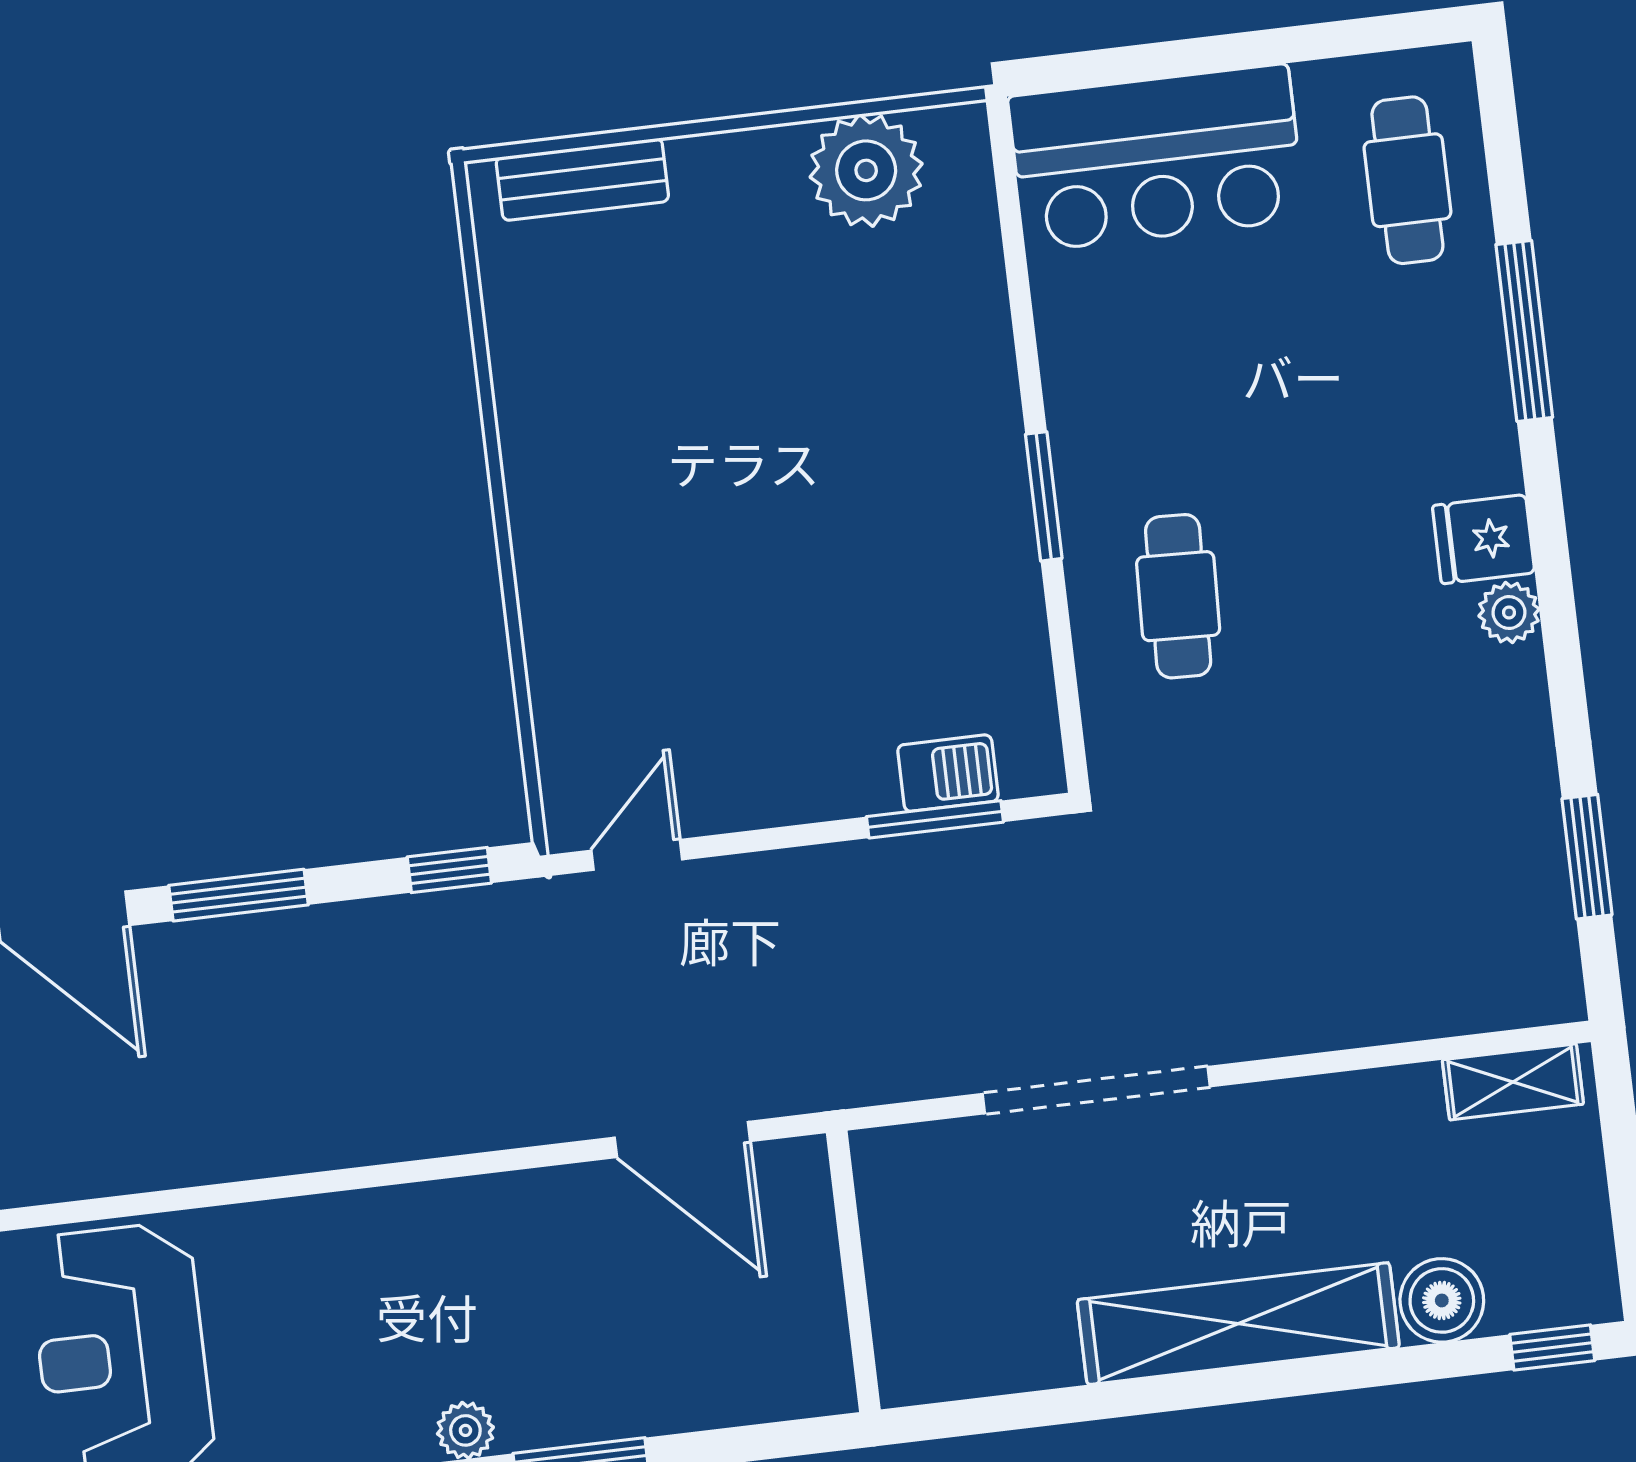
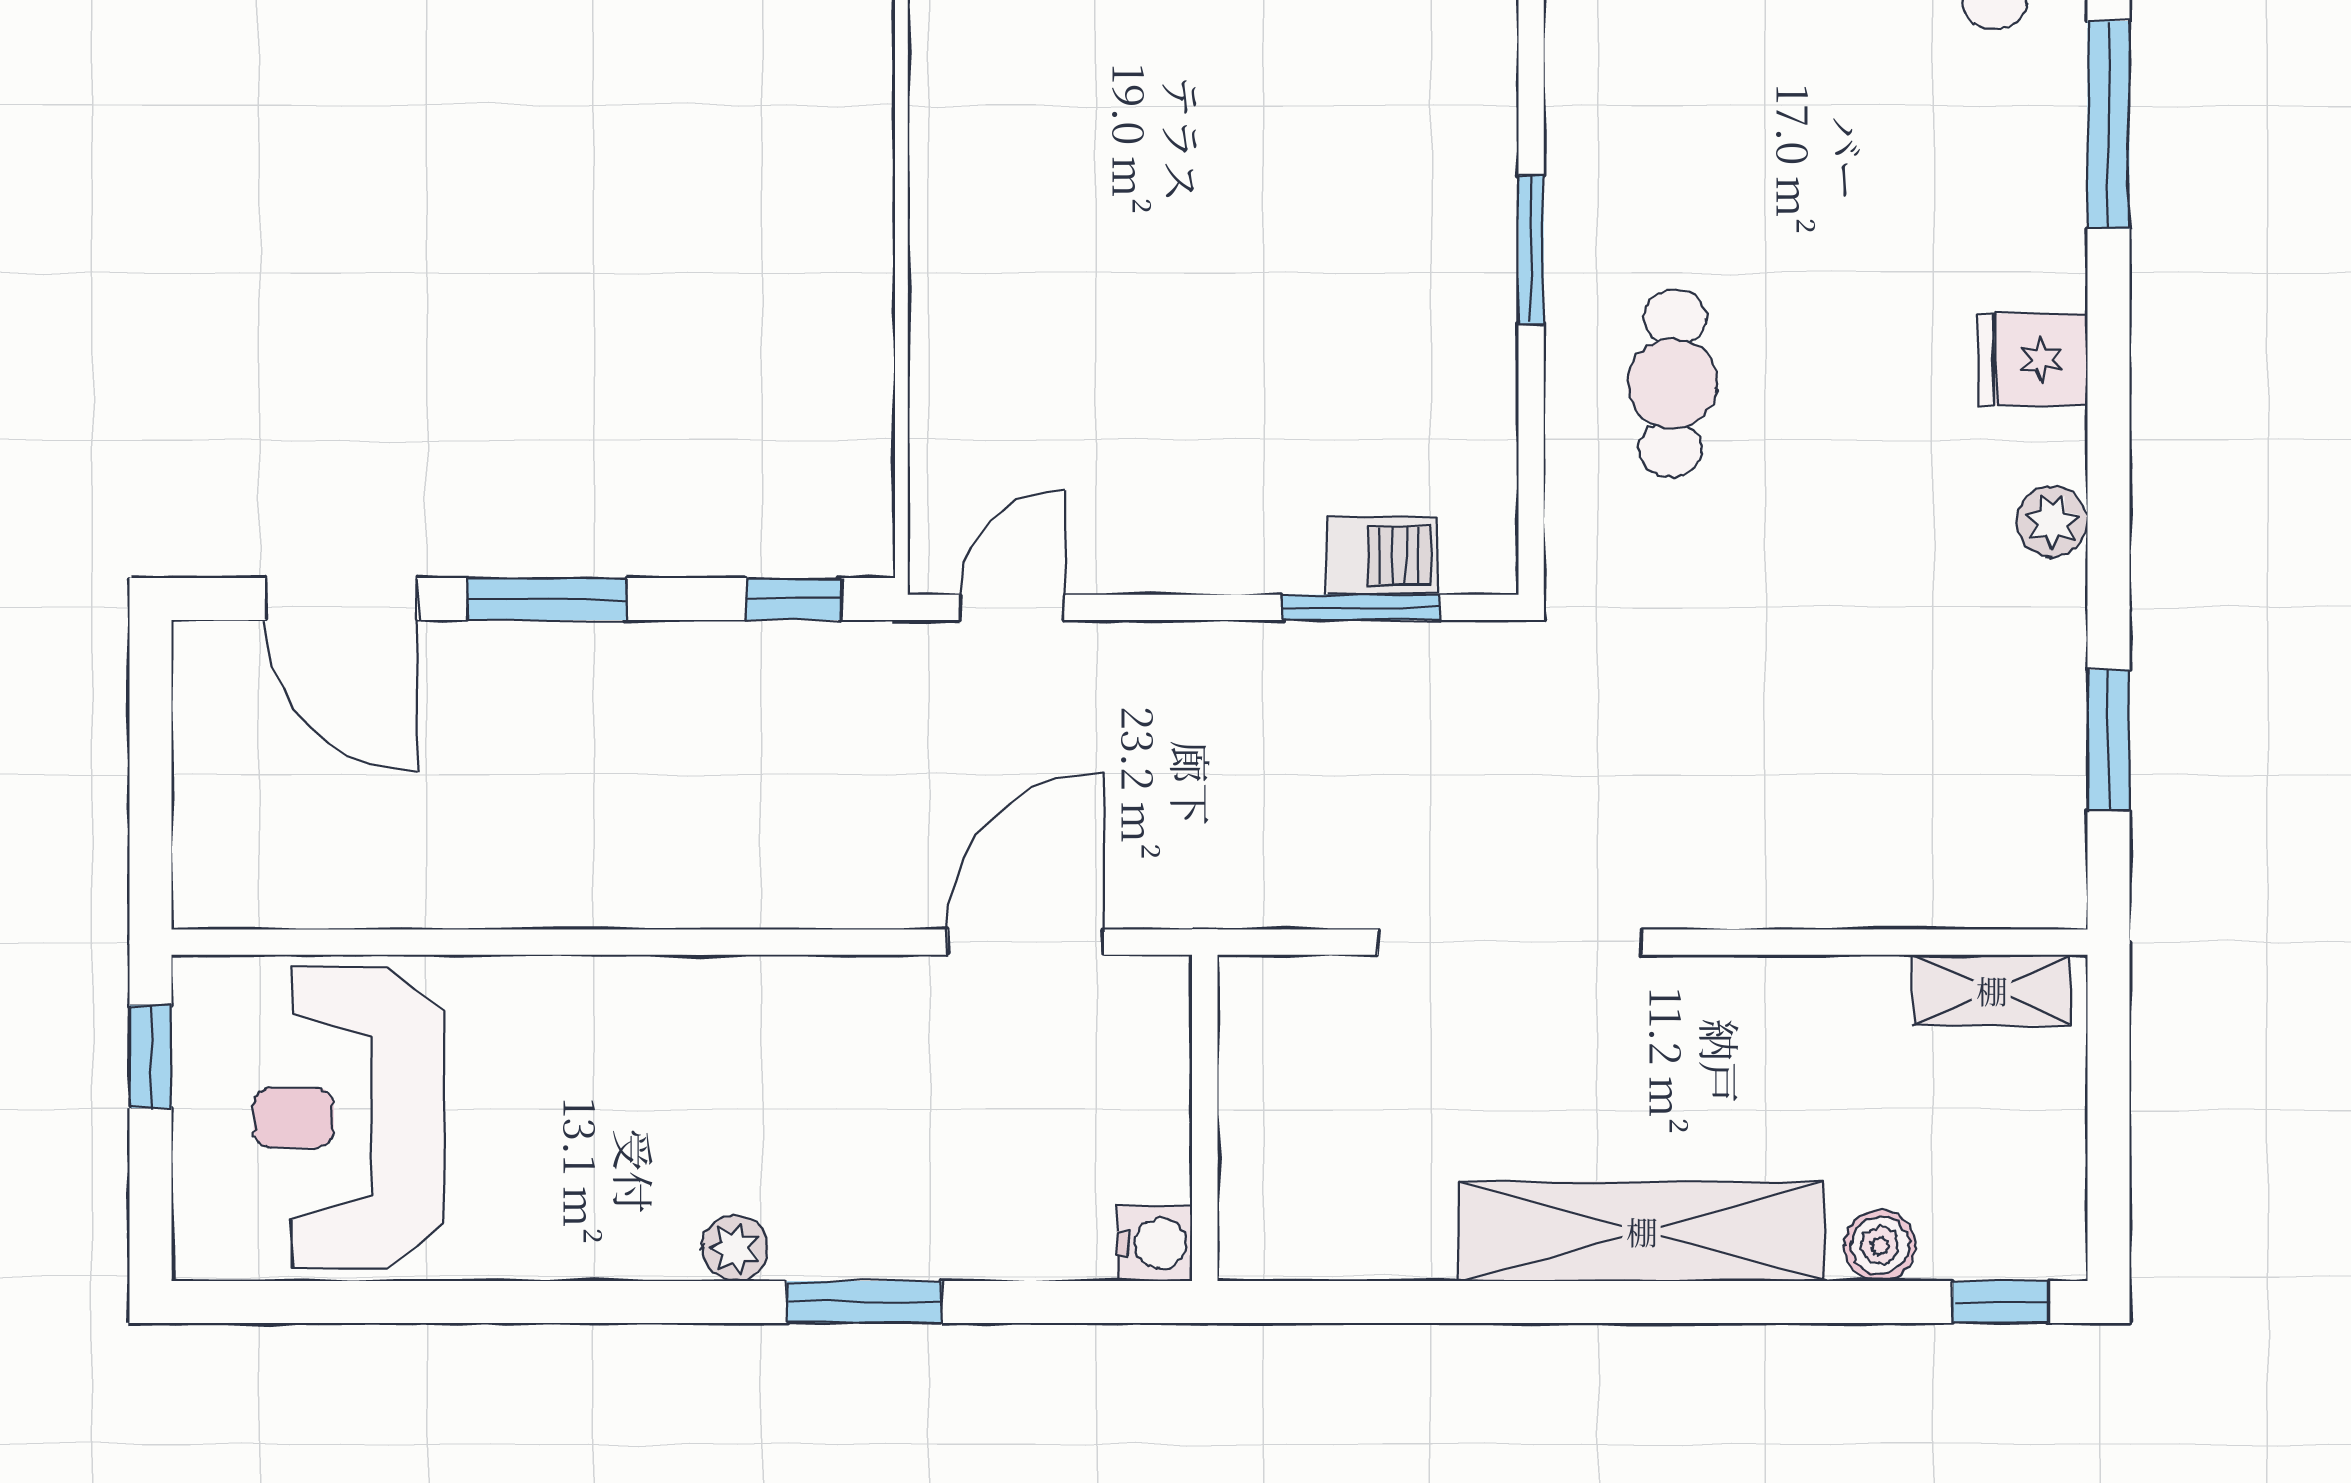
plant: (1509, 613) -> (2052, 521), moved
door: (682, 1139) -> (1026, 942), swing flipped
boiler: (1442, 1300) -> (1880, 1245), width x0.73, depth x0.73
water cooler: (823, 1384) -> (1155, 1243), added

